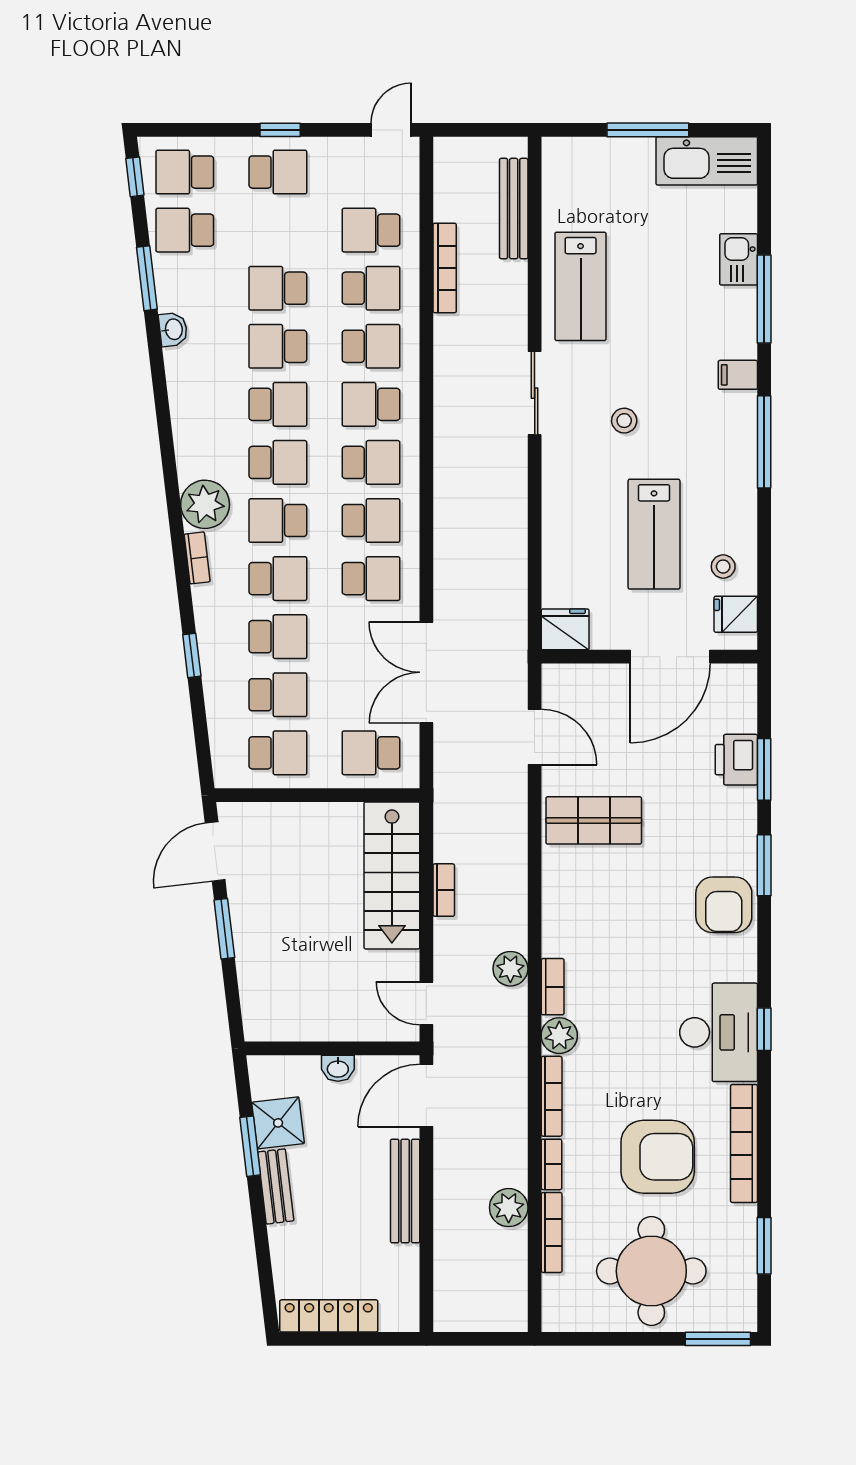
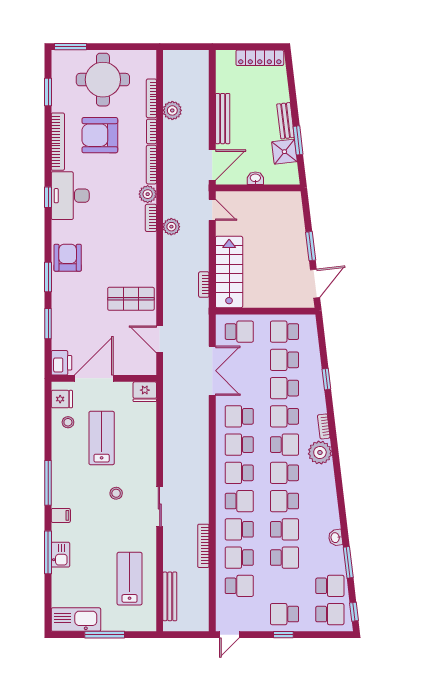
kitchen sink: (739, 259) -> (60, 555), moved
bookcase: (445, 268) -> (203, 546), moved
lab bench: (581, 286) -> (130, 579), moved
printer: (736, 760) -> (62, 363), moved
bookcase: (444, 890) -> (204, 285), moved

